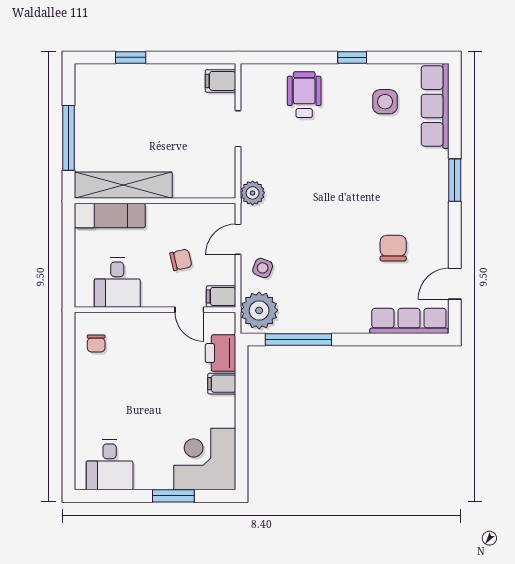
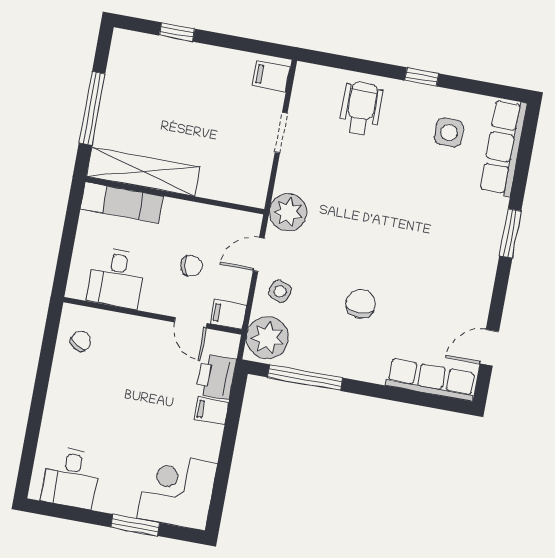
plant: (253, 193) -> (288, 212), width x1.36, depth x1.36
chair: (393, 248) -> (361, 304), moved
chair: (96, 343) -> (81, 341), turned -147

